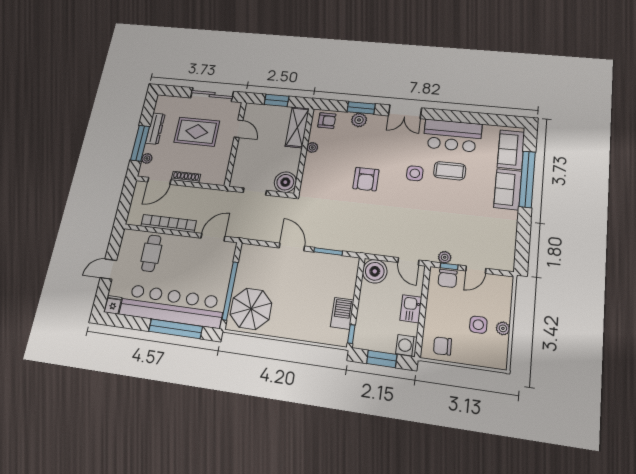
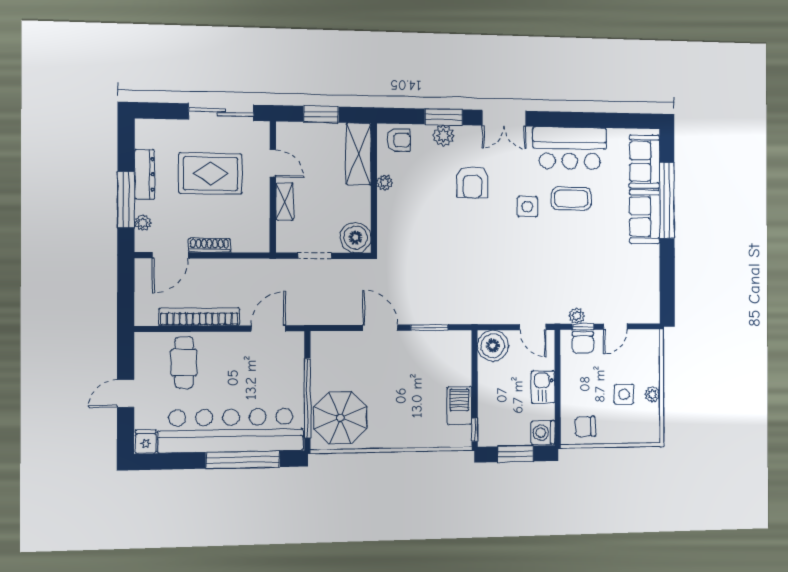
shelving: (241, 154) -> (285, 202), added
armchair: (366, 179) -> (472, 182), moved

